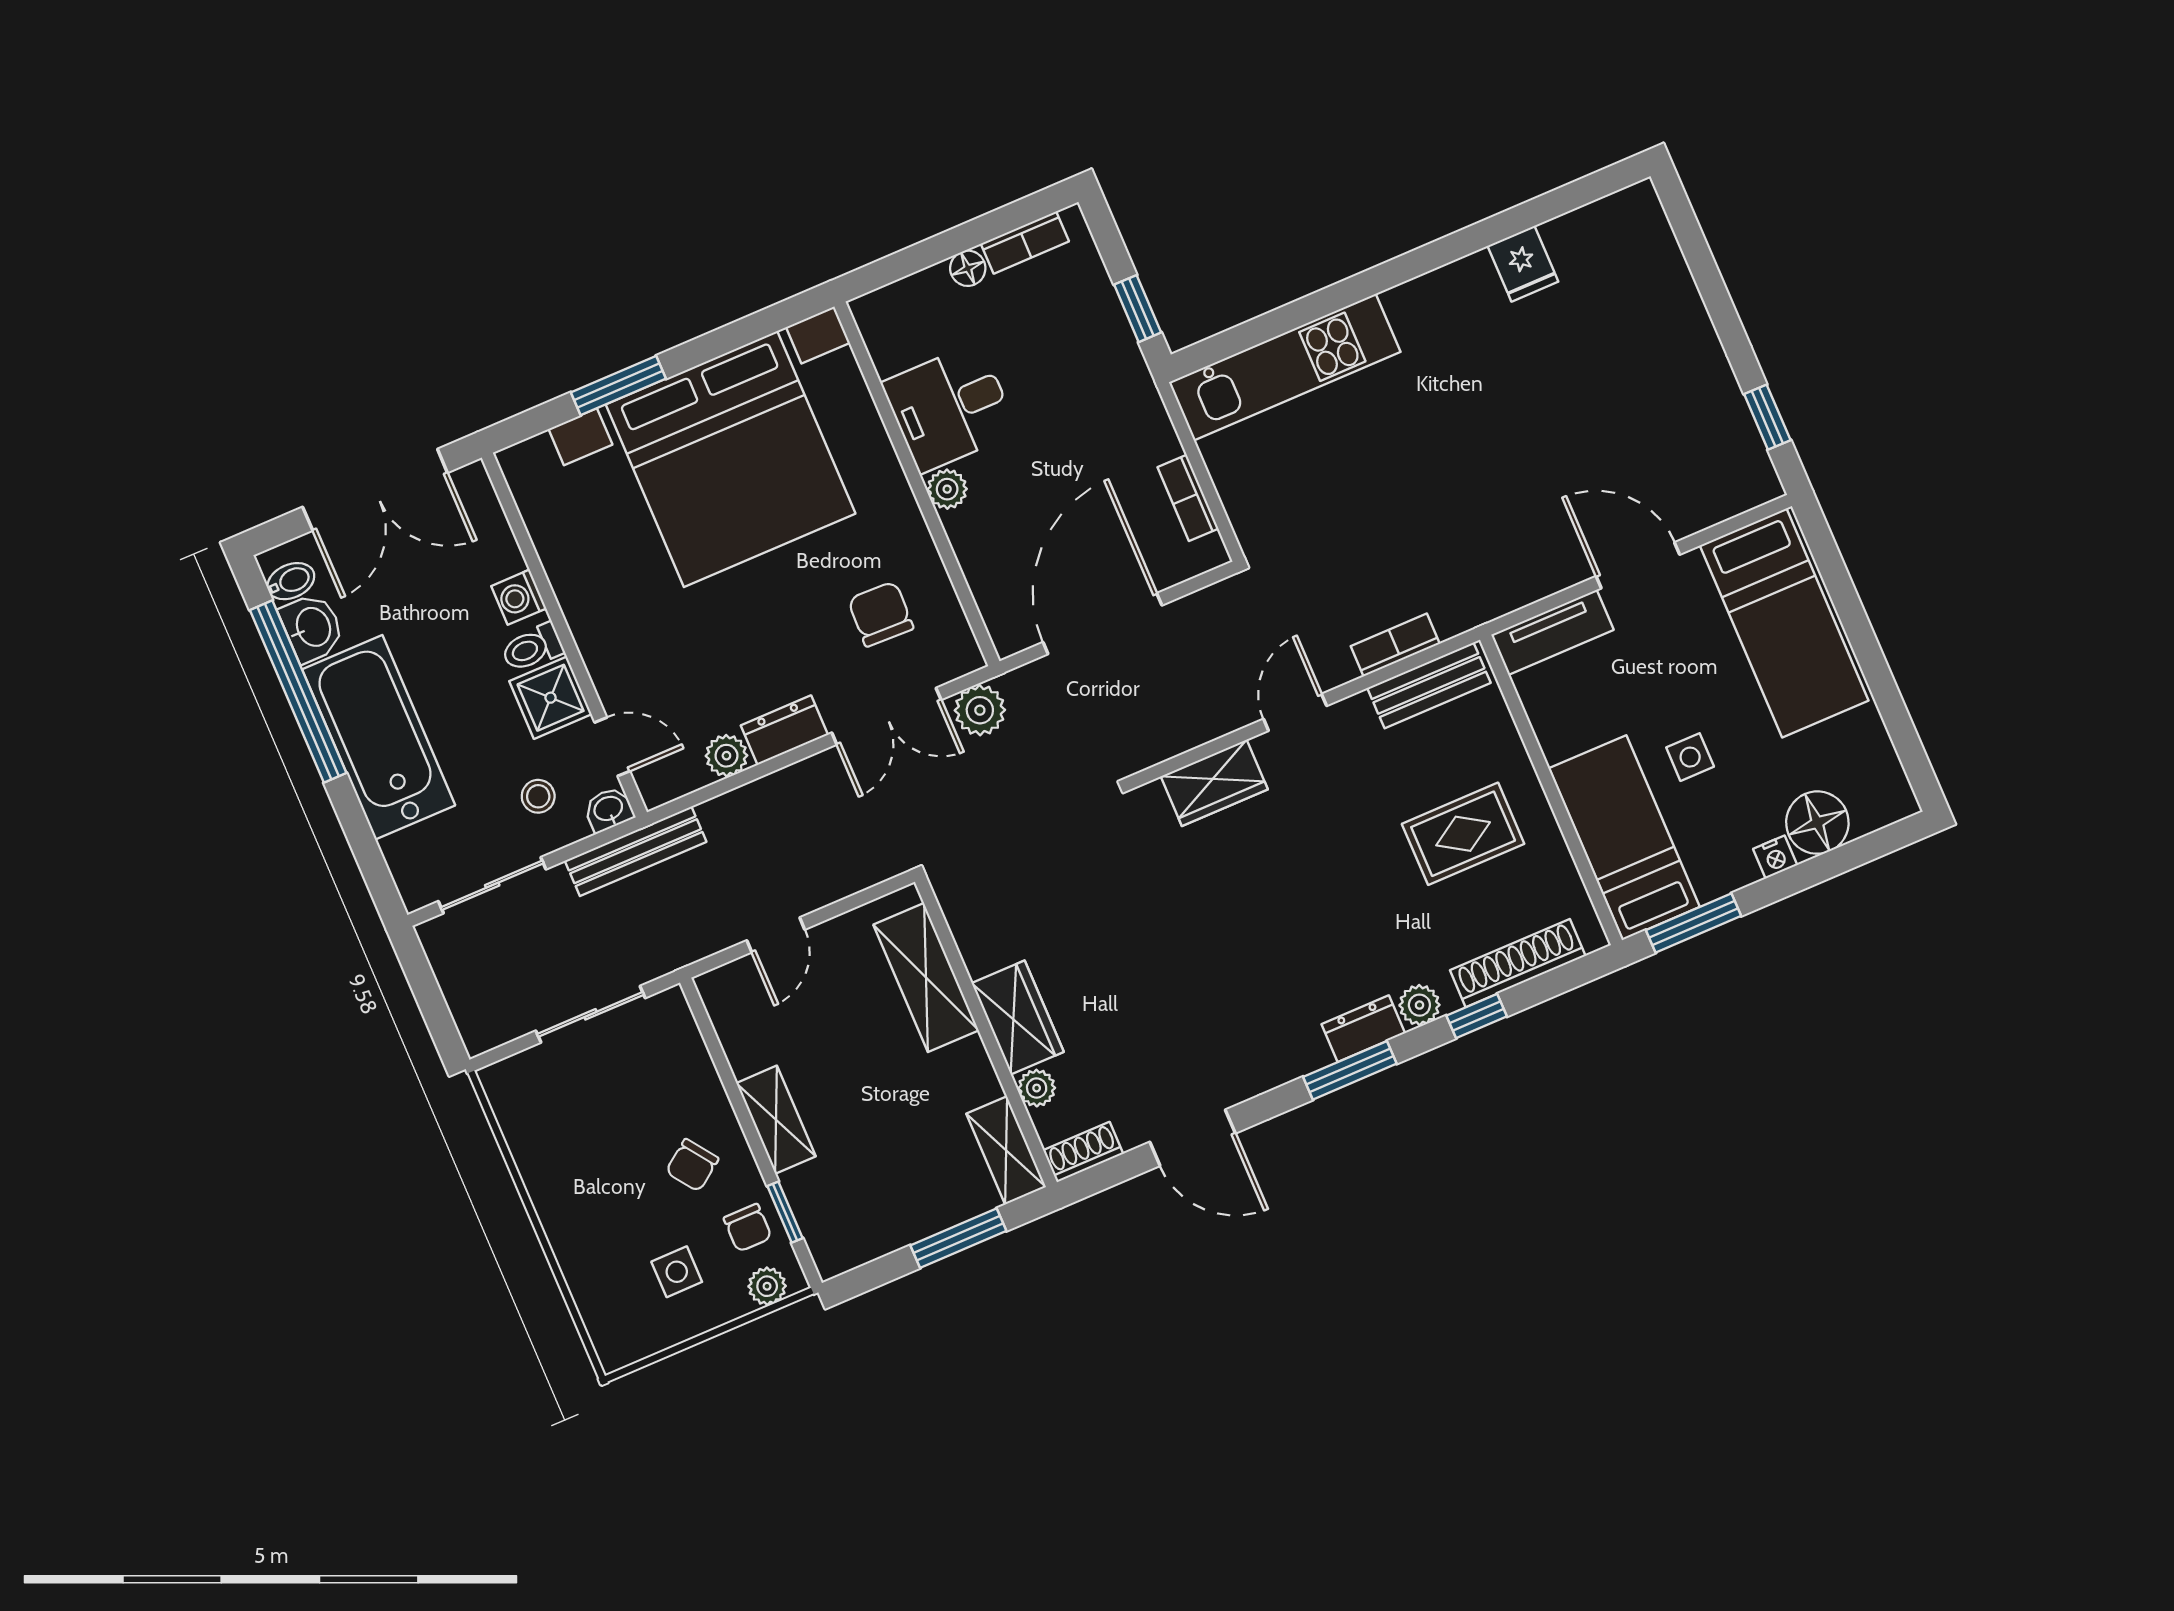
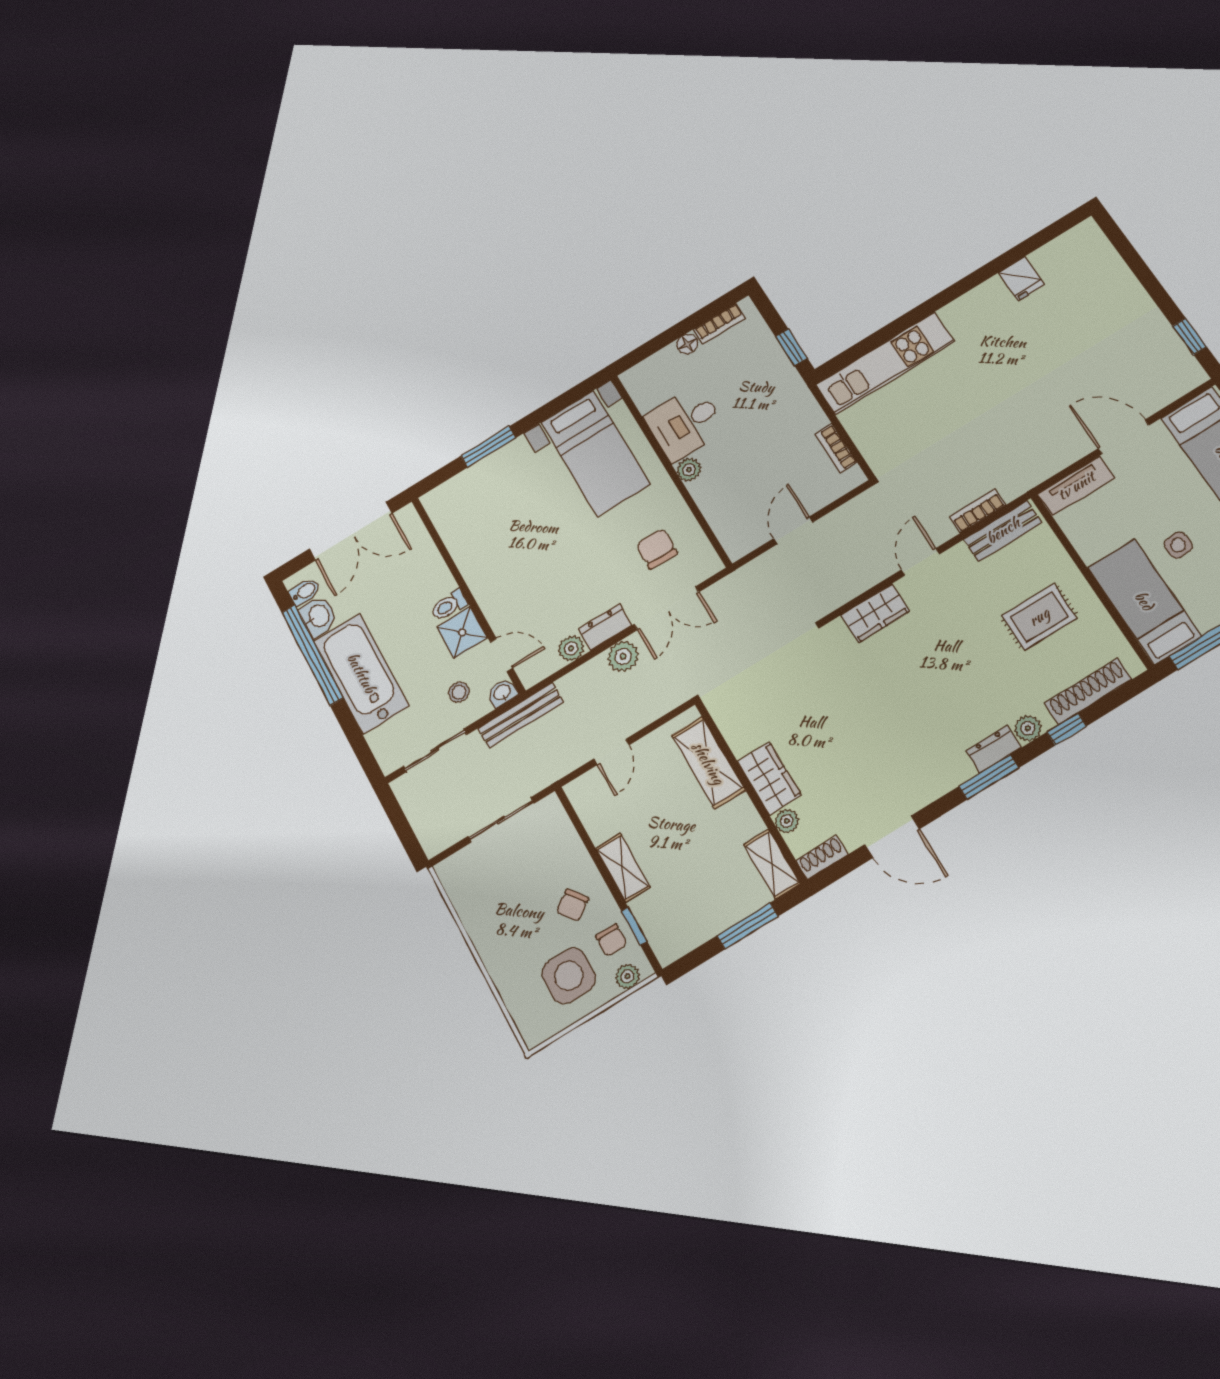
bed with nightstands: (731, 459) -> (595, 453), width x0.54
washing machine: (519, 597) -> (439, 577), removed
door: (1102, 624) -> (793, 530), width x0.53
plant: (980, 710) -> (623, 656), moved
side table: (677, 1272) -> (569, 976), width x1.87, depth x1.87

